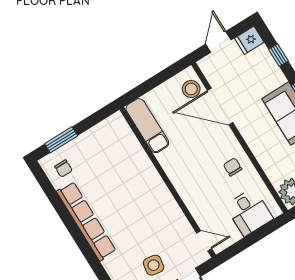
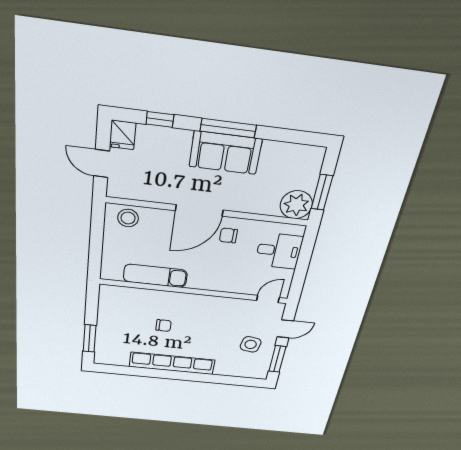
door: (220, 107) -> (199, 210), moved
exam couch: (147, 126) -> (155, 276), moved
chair: (64, 168) -> (164, 325), moved

